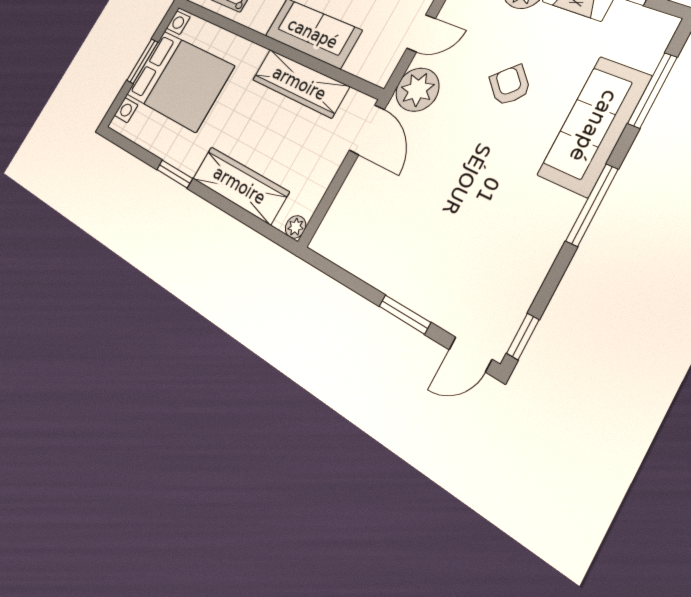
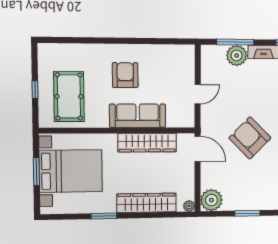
armchair: (510, 85) -> (250, 138), moved, width x1.88, depth x1.88
plant: (417, 90) -> (211, 200), moved
window: (405, 314) -> (247, 213), moved

